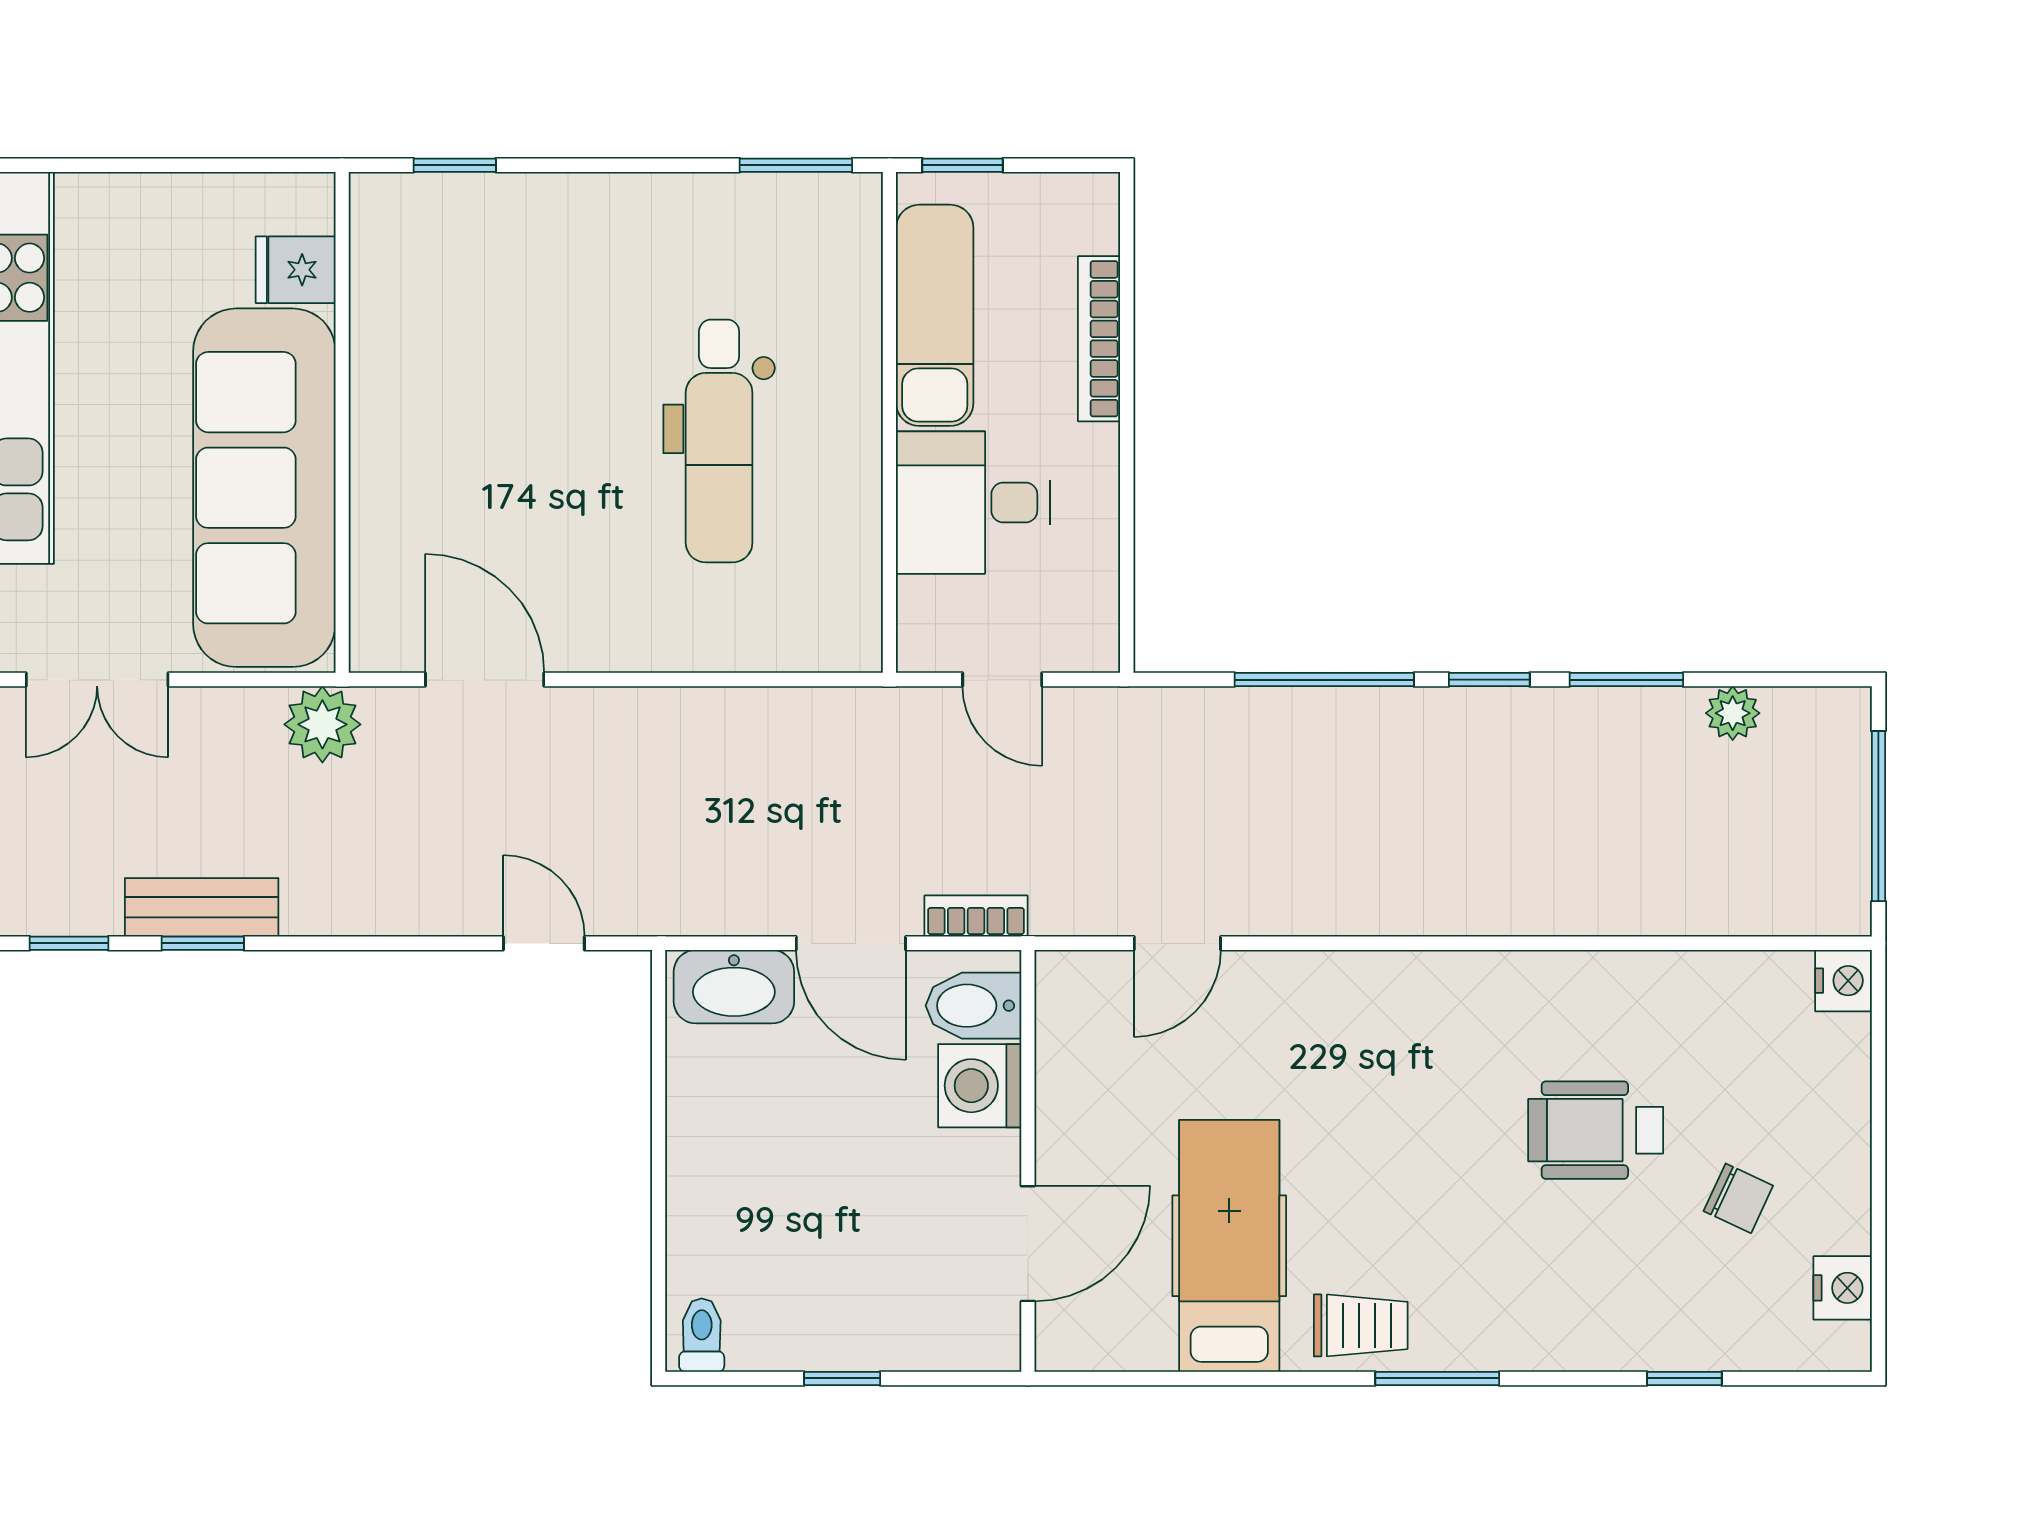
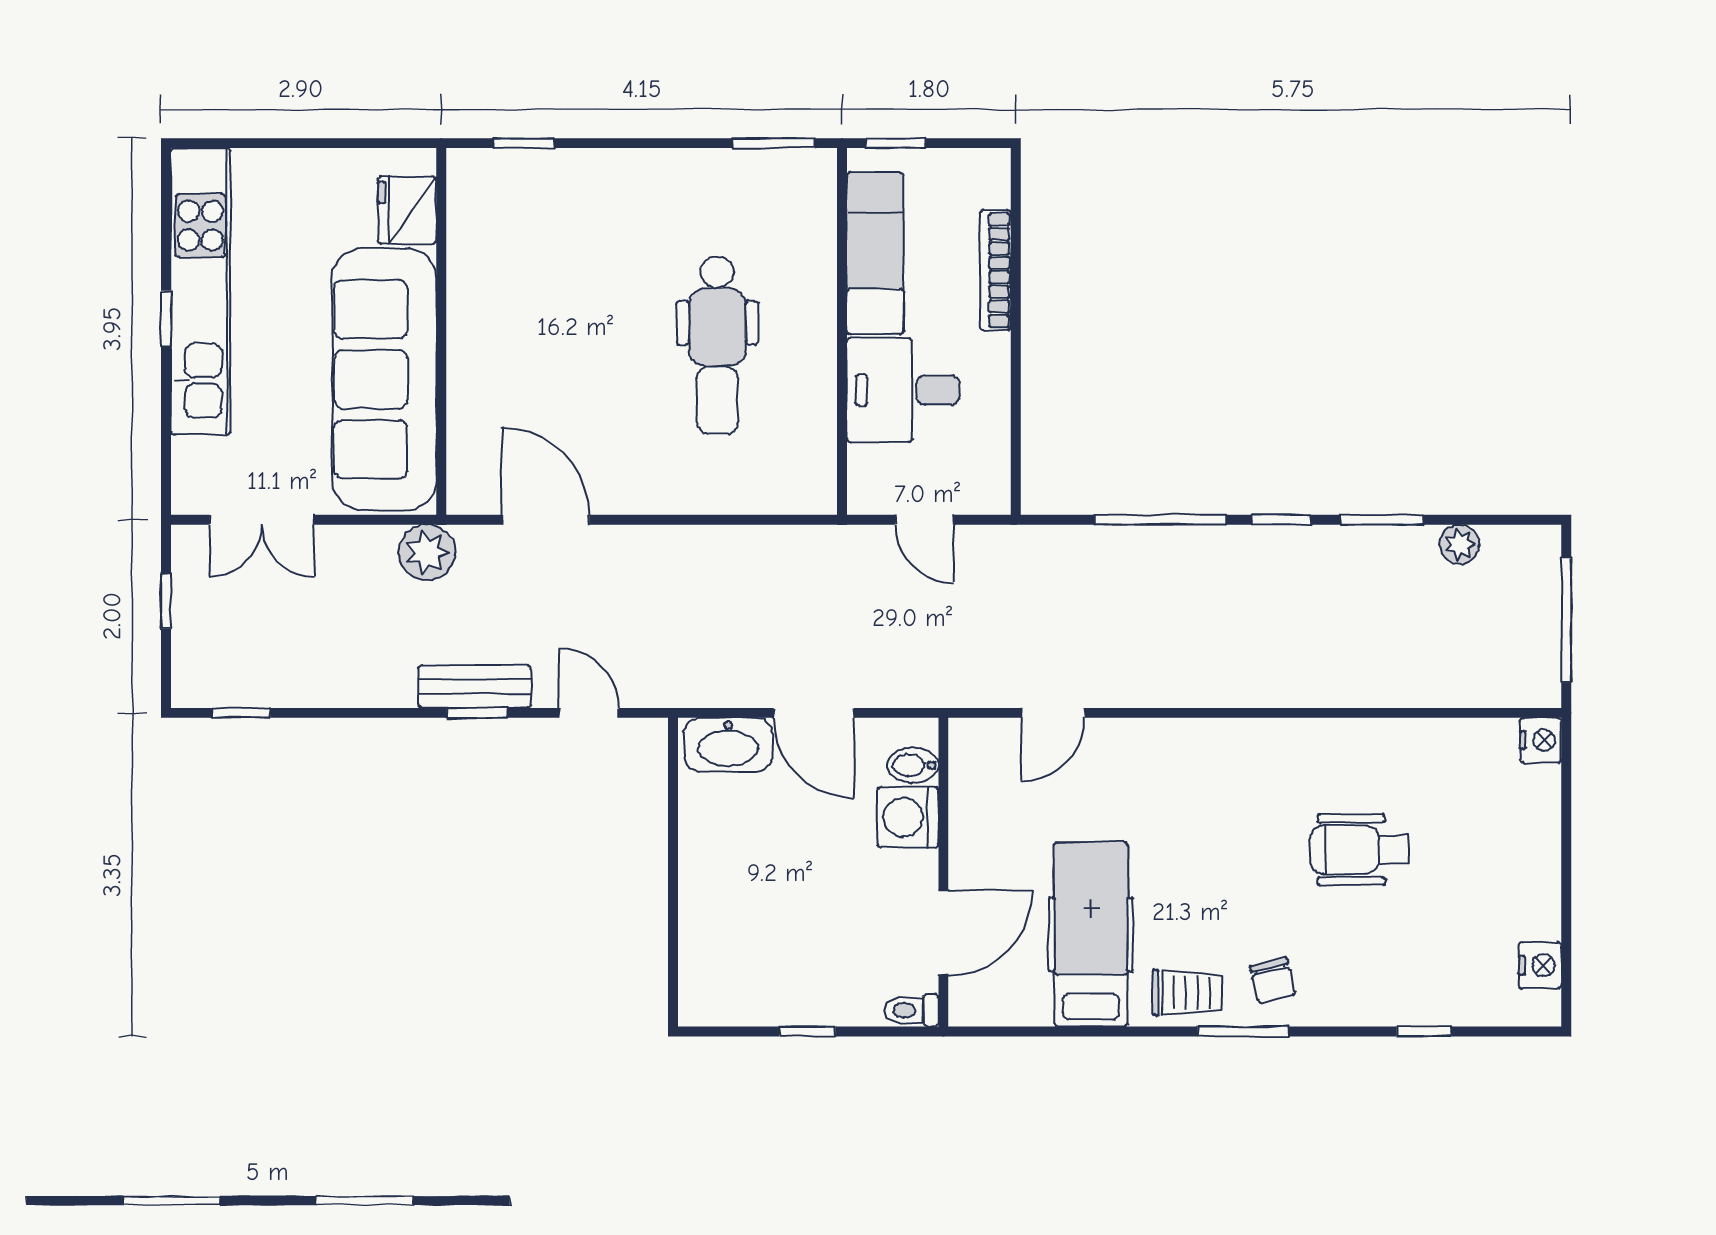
fridge: (296, 270) -> (407, 210), width x1.38
bench: (202, 907) -> (475, 687), moved
bookcase: (976, 916) -> (905, 693), removed
window: (203, 943) -> (477, 713), moved
bidet: (973, 1006) -> (913, 765), width x0.72, depth x0.74
chair: (1738, 1198) -> (1273, 980), moved, turned 52
toilet: (702, 1335) -> (912, 1010), moved, turned -90

